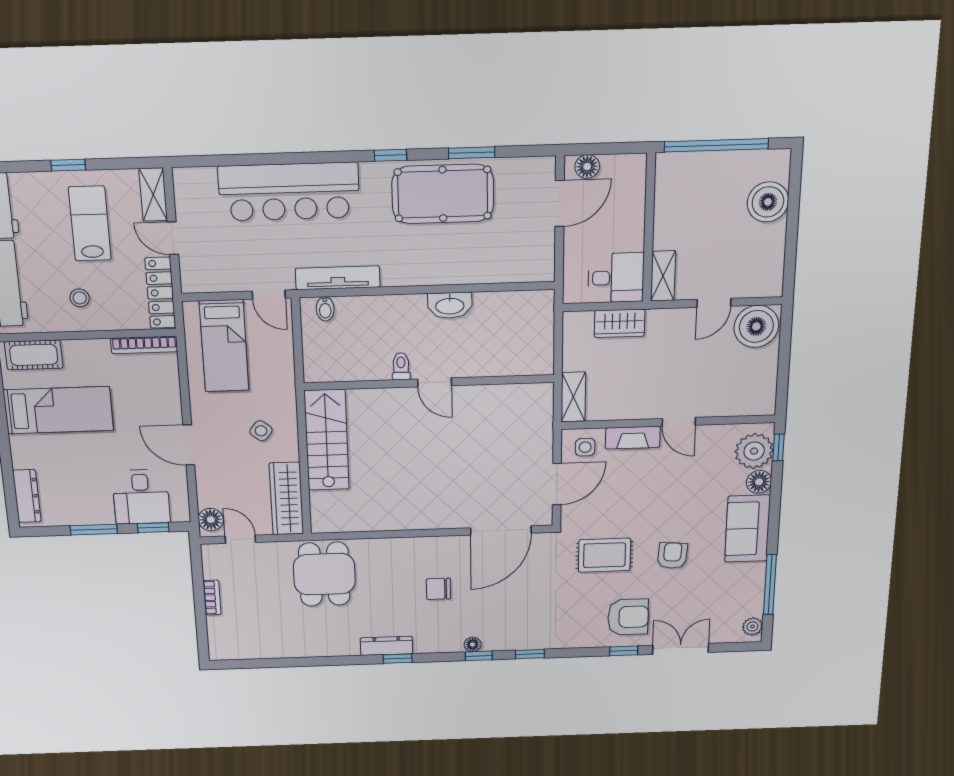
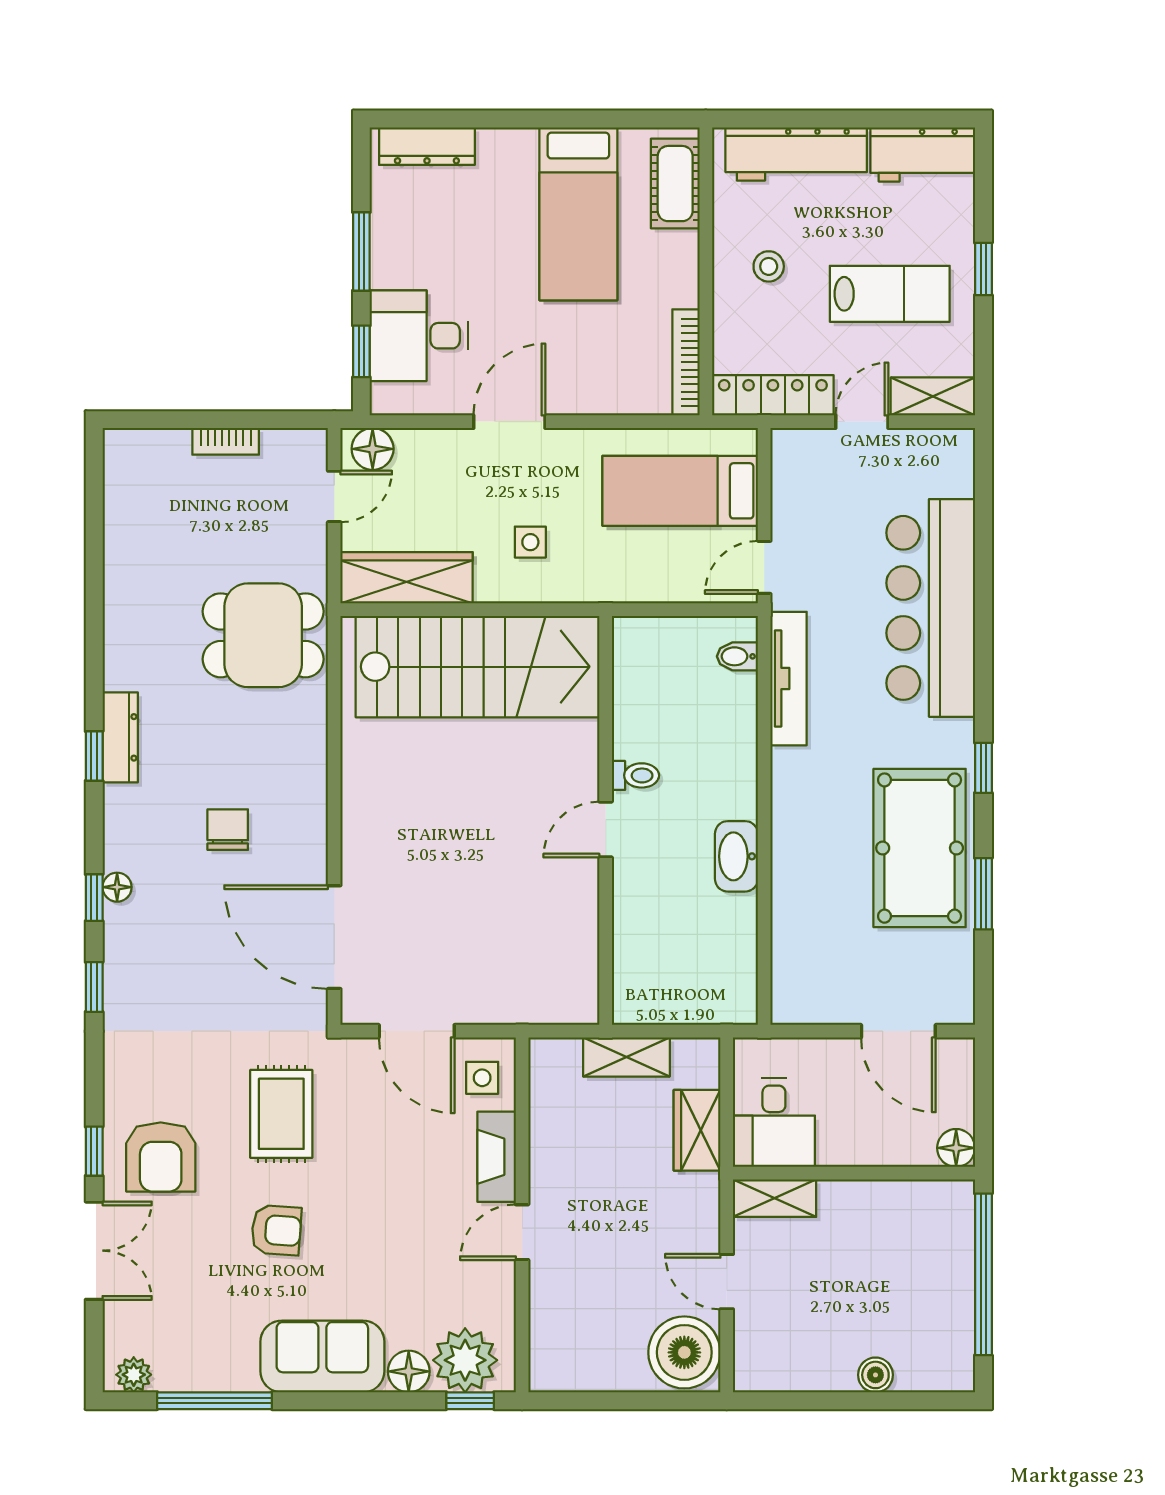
floor lamp: (587, 167) -> (956, 1148), moved
boiler: (768, 202) -> (875, 1375), width x0.54, depth x0.54
shelving: (573, 397) -> (626, 1057), moved
side table: (261, 431) -> (530, 542), turned -38
stairs: (327, 440) -> (478, 667), width x1.36, depth x1.51

